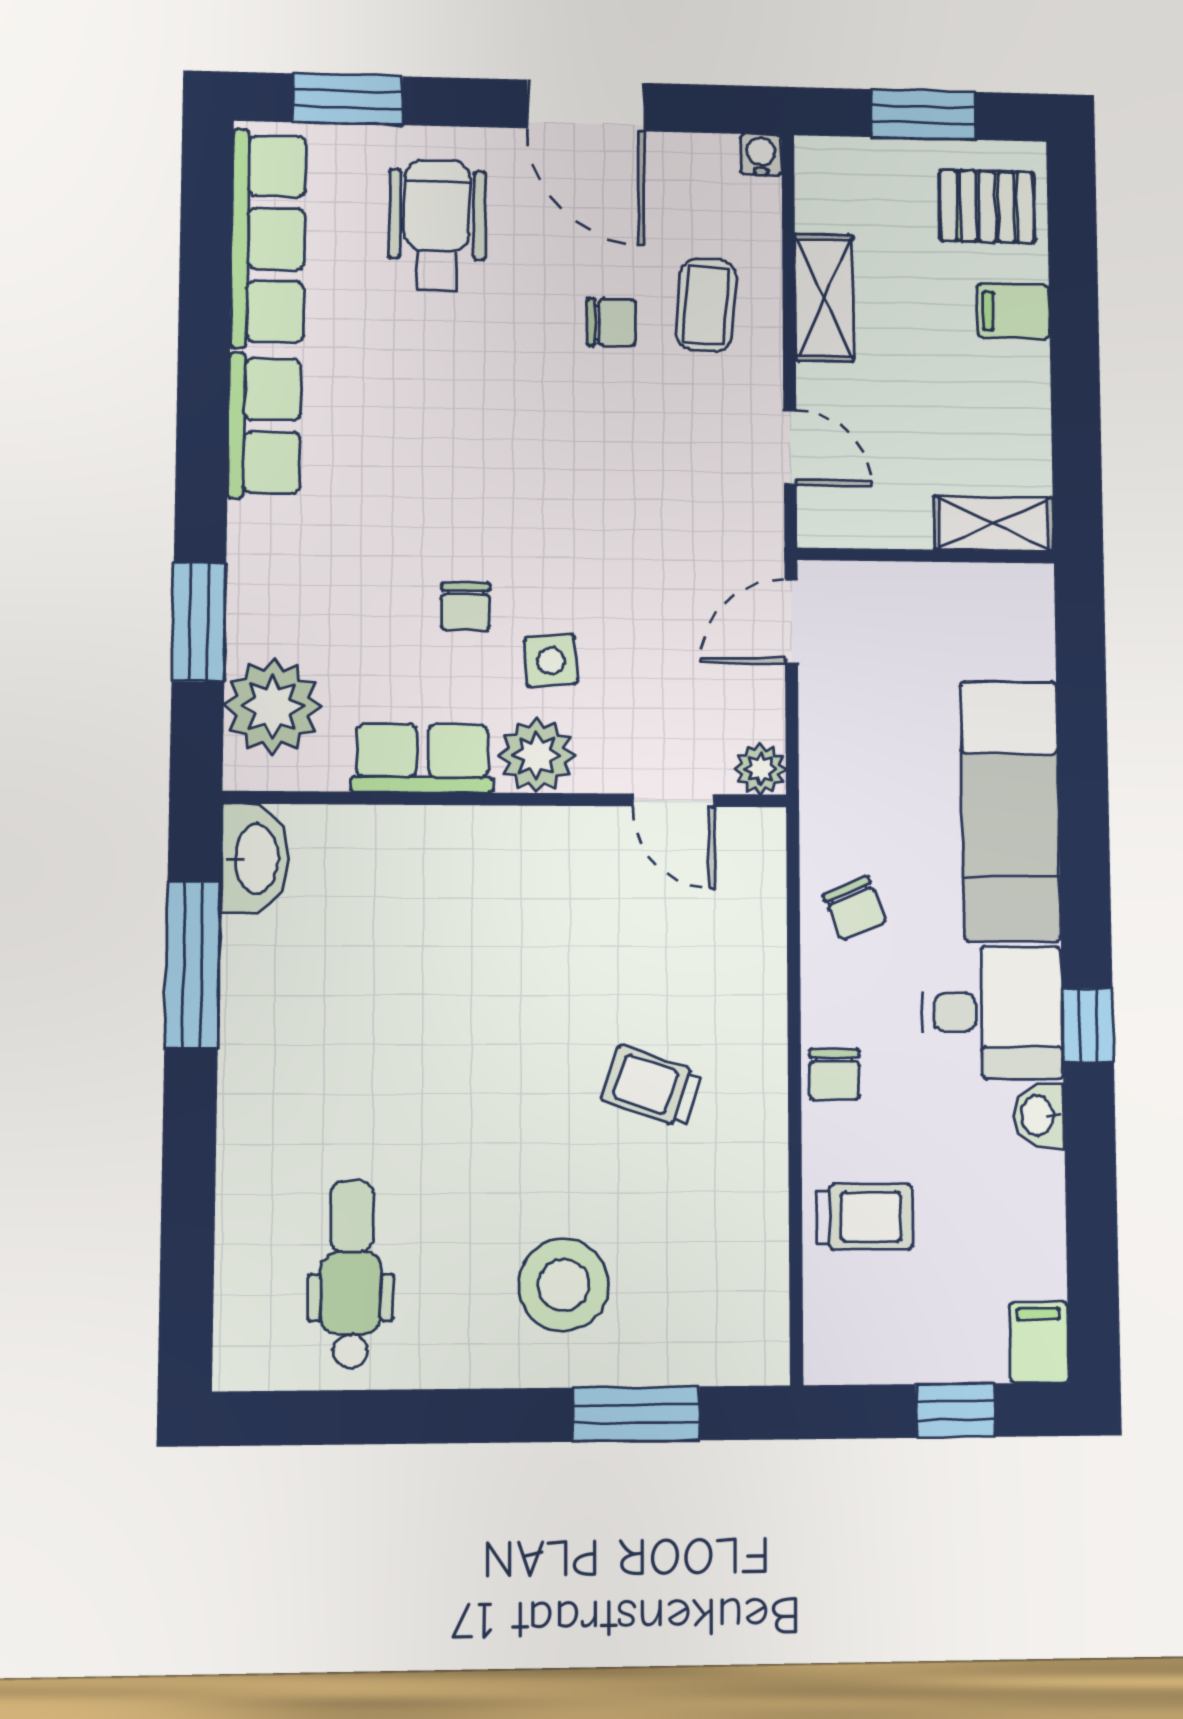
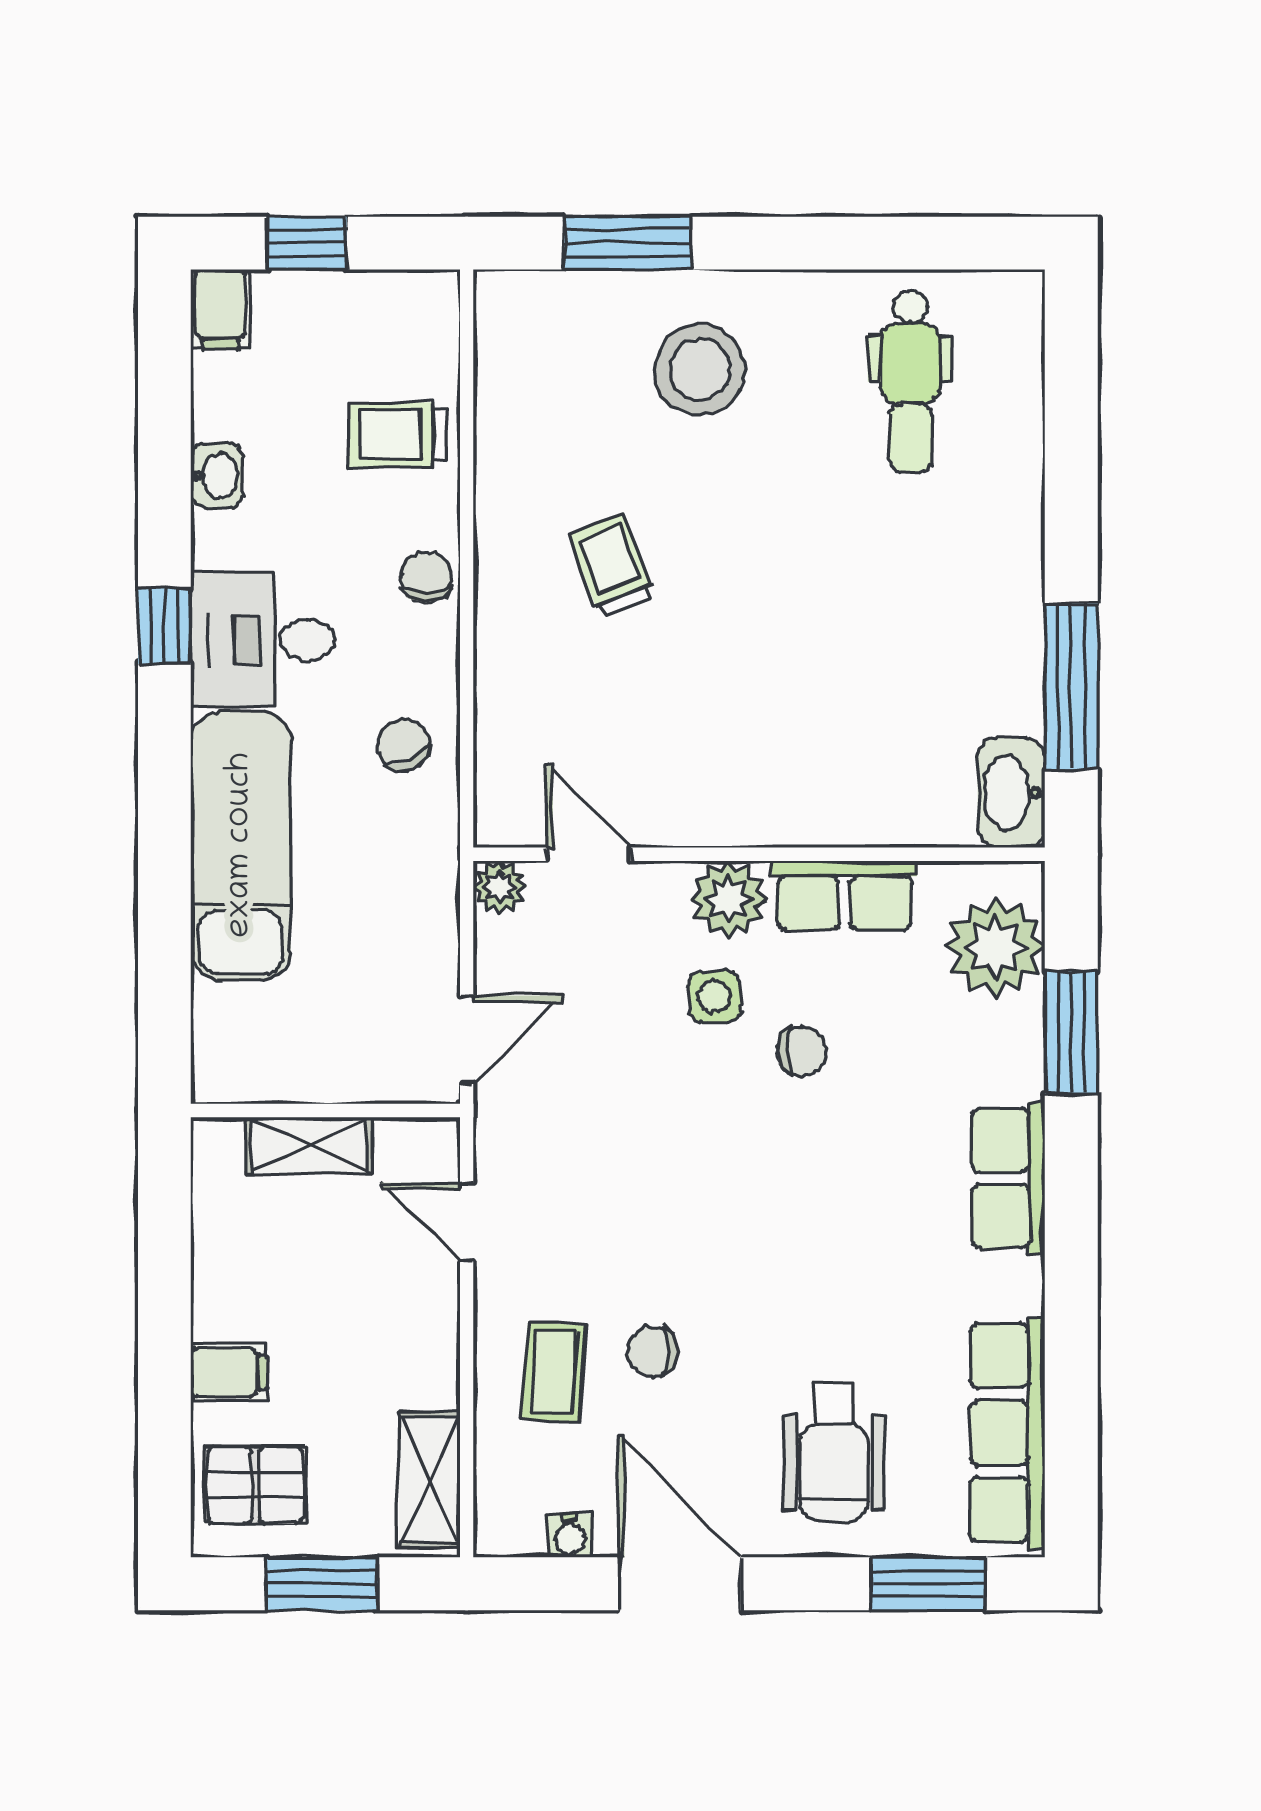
water cooler: (761, 155) -> (570, 1535), moved
shelving: (824, 298) -> (430, 1480), moved
row of seats: (264, 426) -> (1009, 1178), moved
shelving: (994, 524) -> (309, 1145), moved
chair: (466, 607) -> (802, 1051), turned 90
trolley: (651, 1086) -> (612, 565), turned -130
washbasin: (1039, 1116) -> (217, 476), moved

